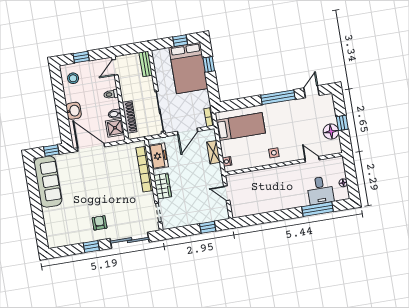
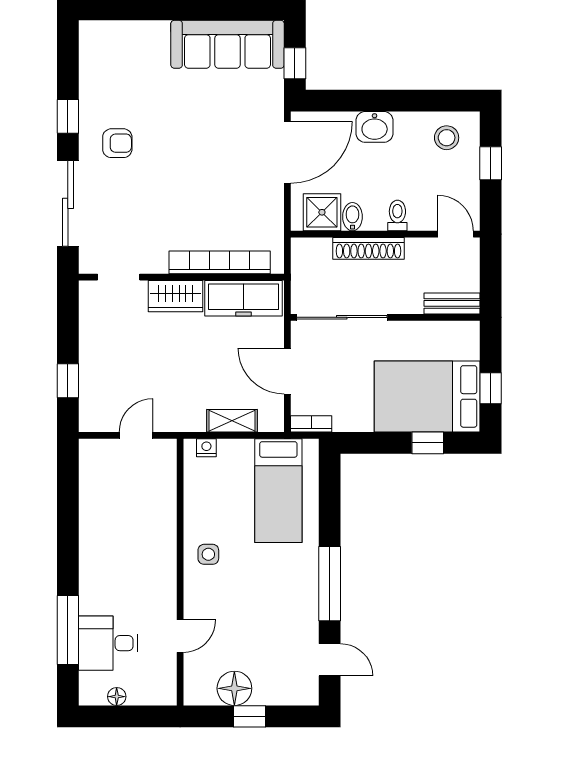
shoe rack: (130, 117) -> (368, 248), moved
freezer: (159, 156) -> (244, 298), width x1.40

